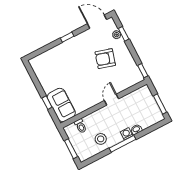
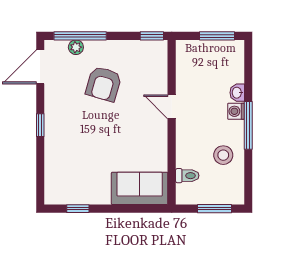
window: (124, 34) -> (80, 36), width x2.17
window: (47, 103) -> (78, 209), moved

